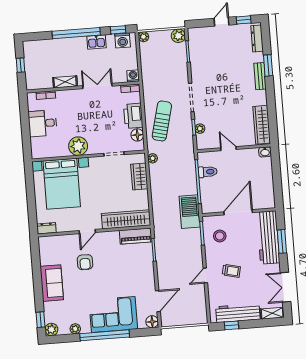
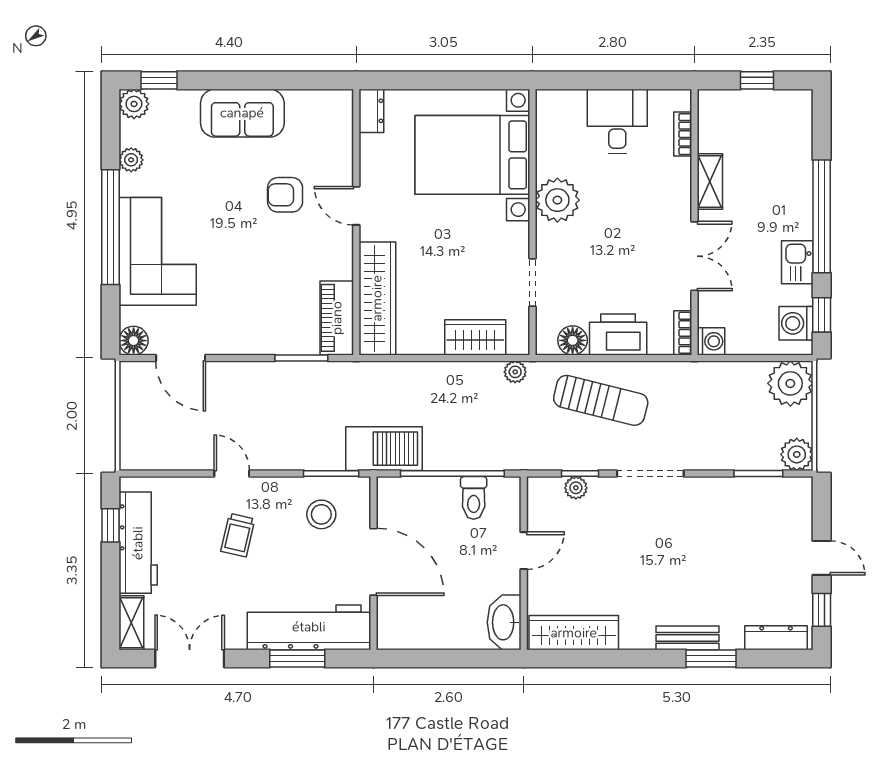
plant: (143, 37) -> (790, 383), width x1.88, depth x1.88
washbasin: (265, 152) -> (504, 622), width x1.91, depth x1.45

